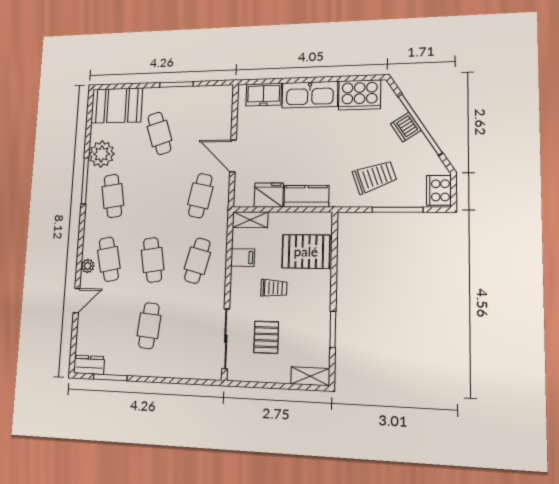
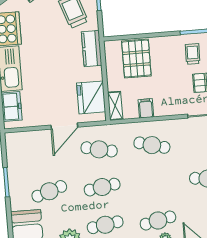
fridge: (269, 195) -> (91, 97), width x1.36, depth x1.34
kitchen counter: (306, 196) -> (92, 49), moved
cafe table: (153, 260) -> (102, 187), moved
trolley: (274, 288) -> (193, 54), moved

